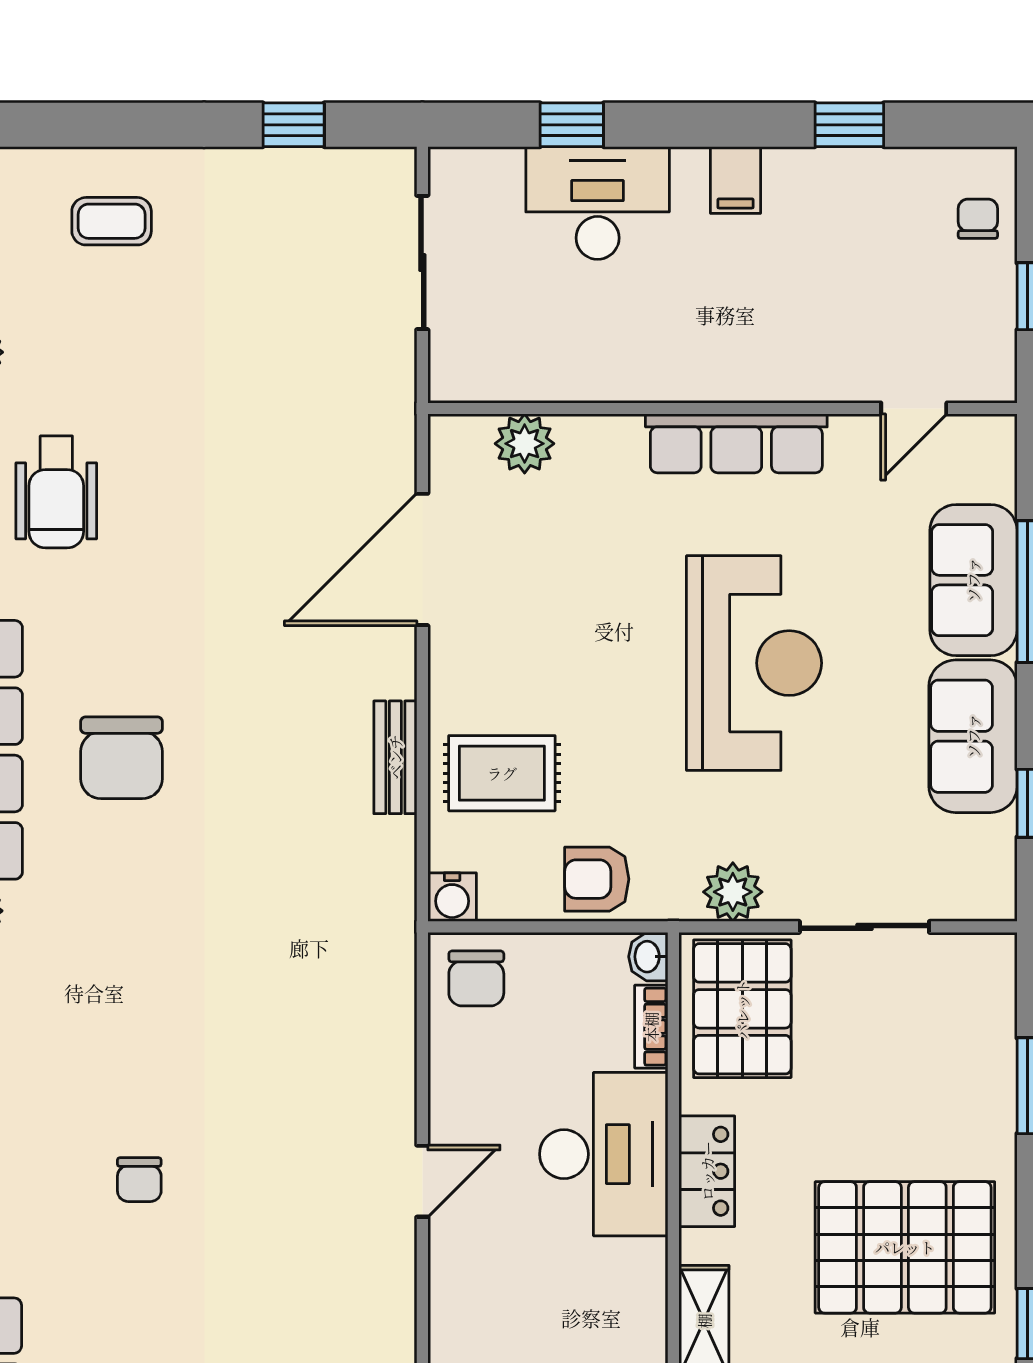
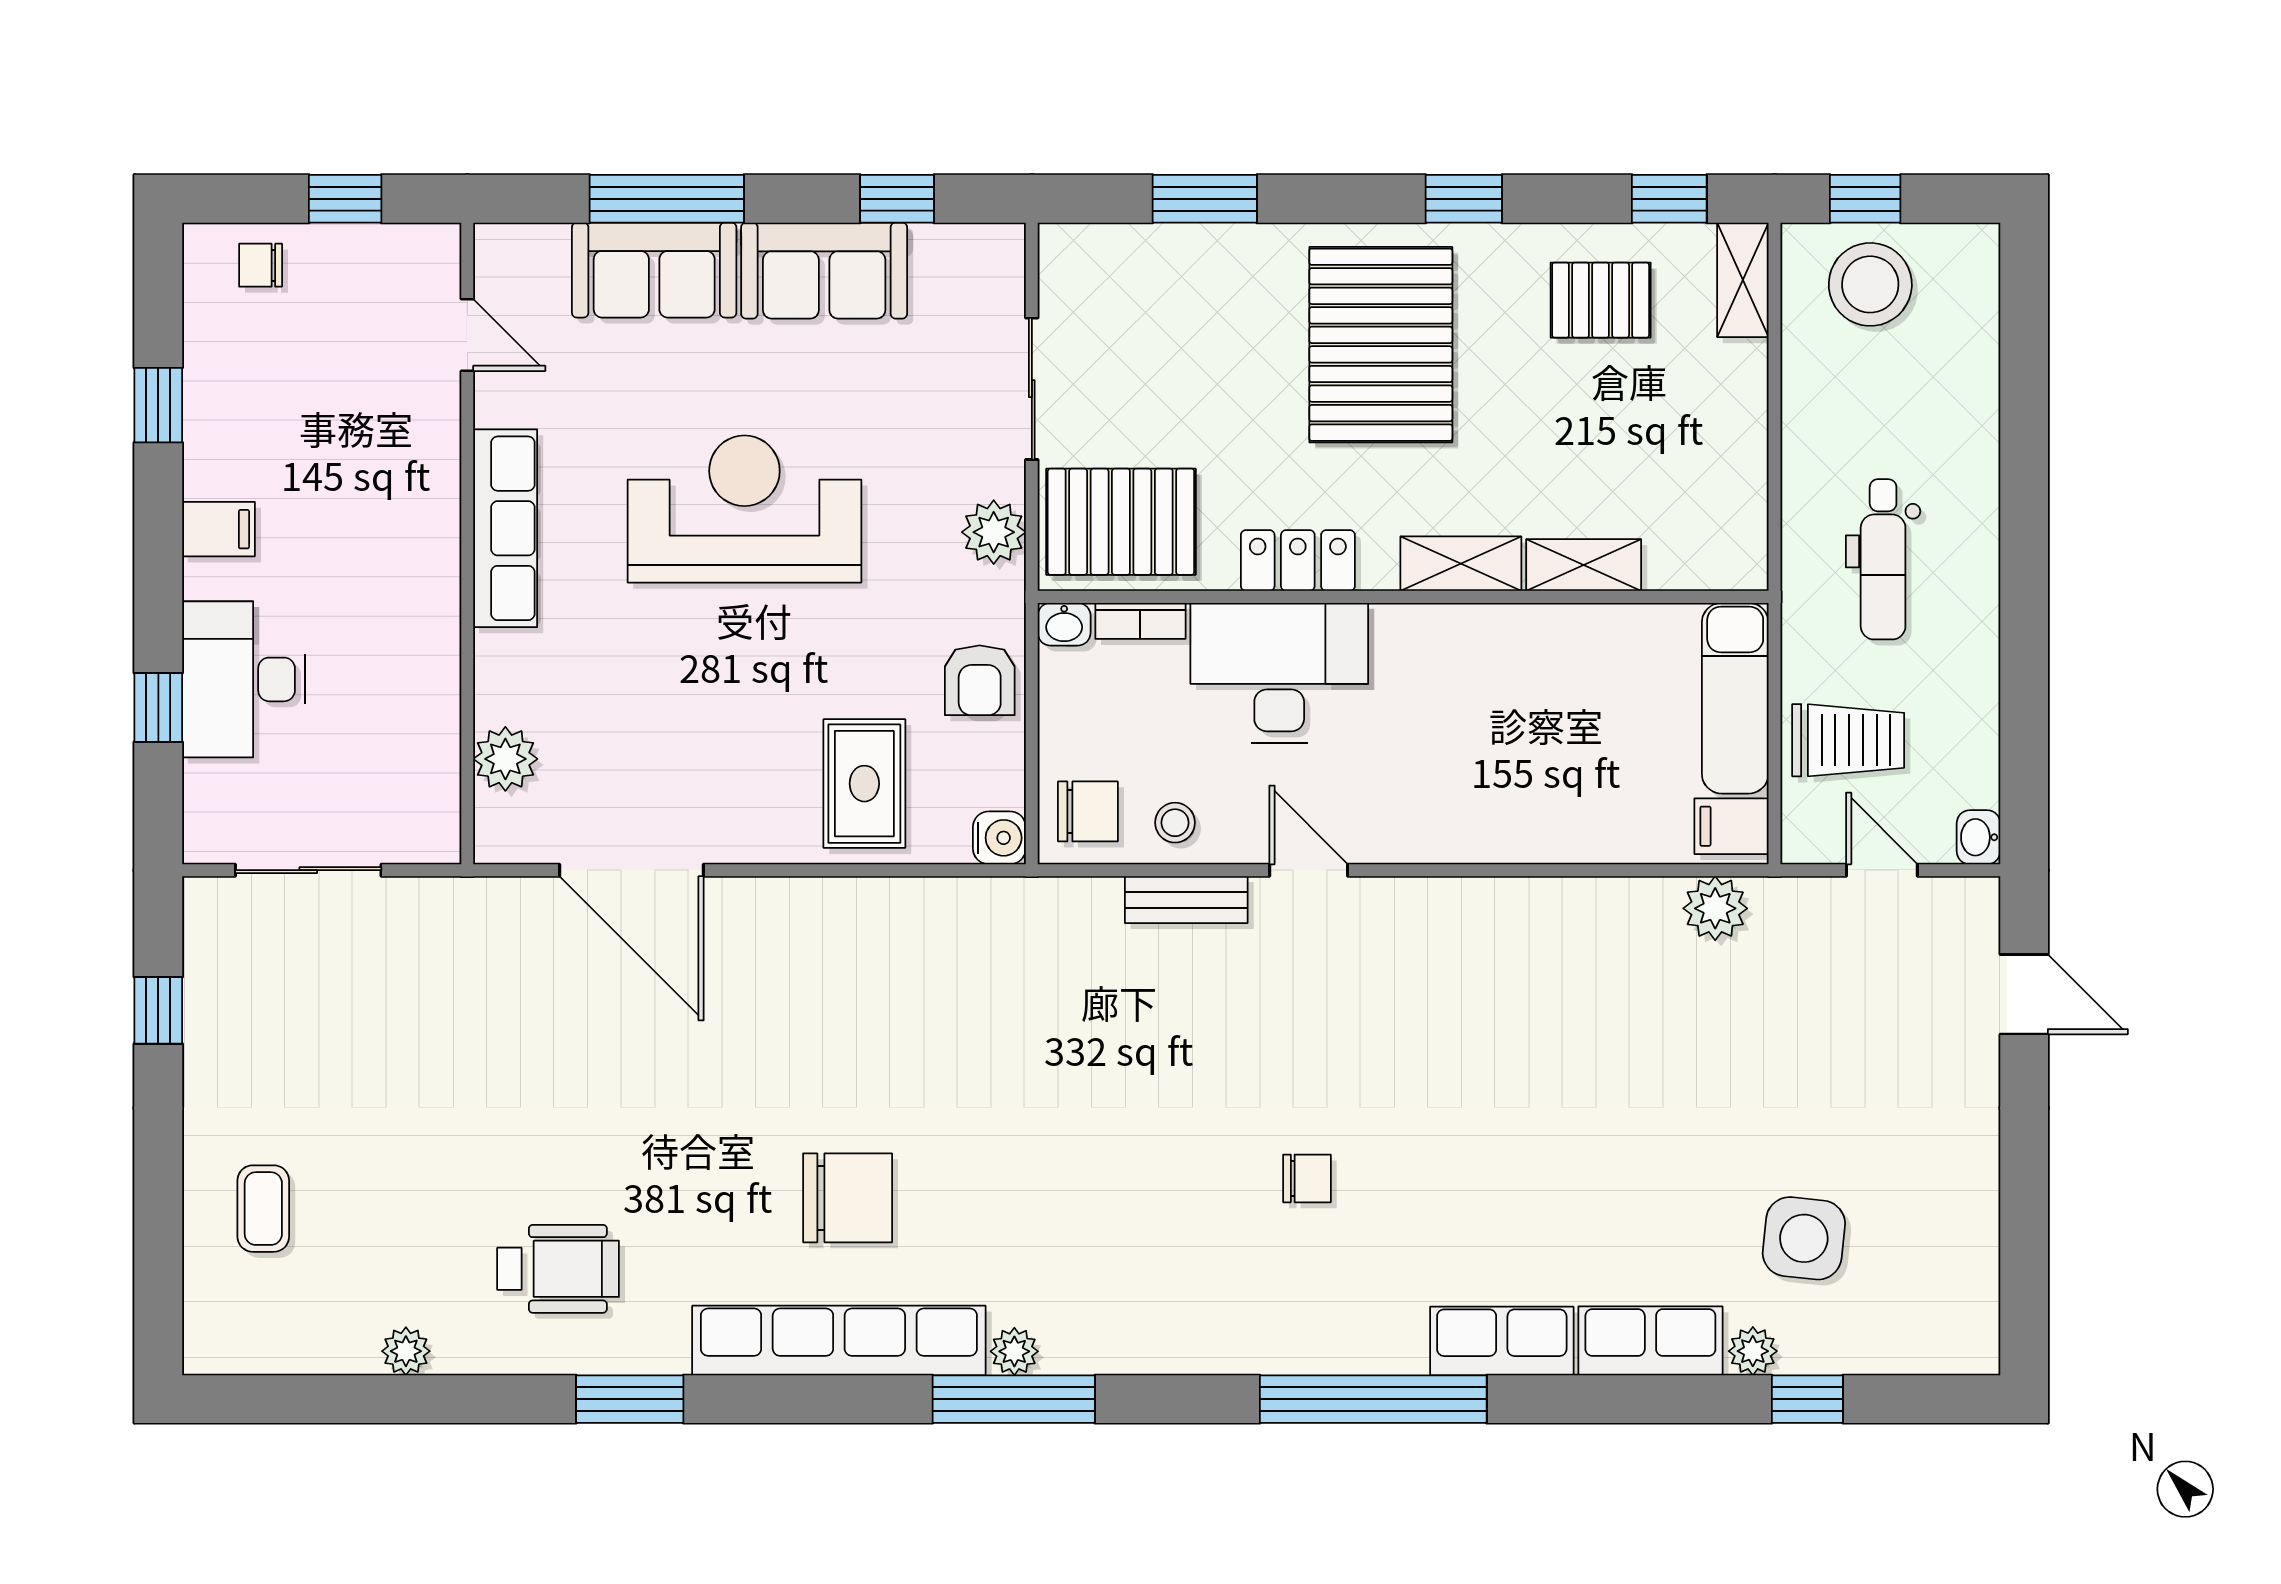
bench: (395, 757) -> (1186, 900), moved
stool: (466, 1058) -> (1175, 823), added

